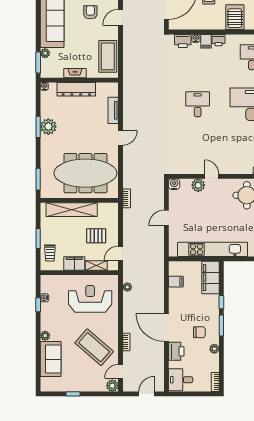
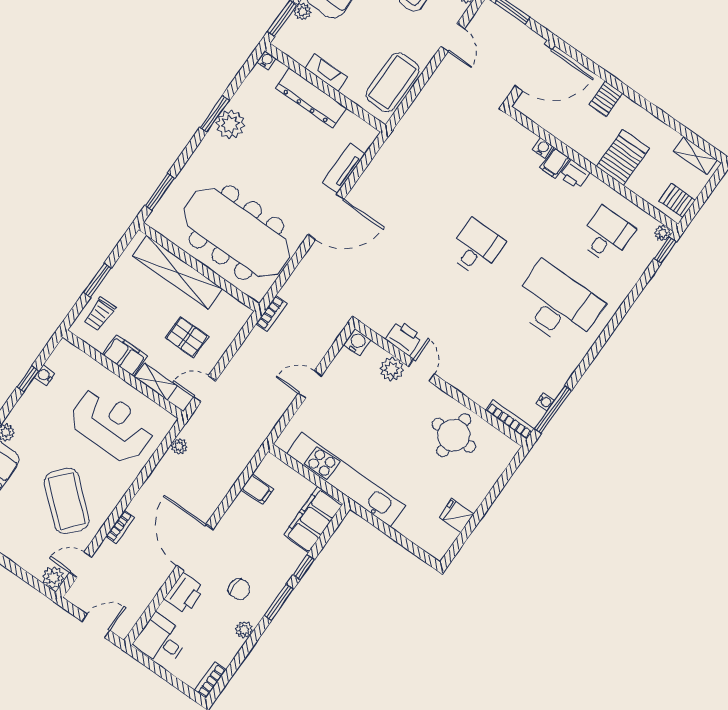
door: (121, 17) -> (453, 37), swing flipped
printer: (183, 41) -> (404, 338), moved, turned 180
door: (121, 138) -> (326, 217), width x1.88

